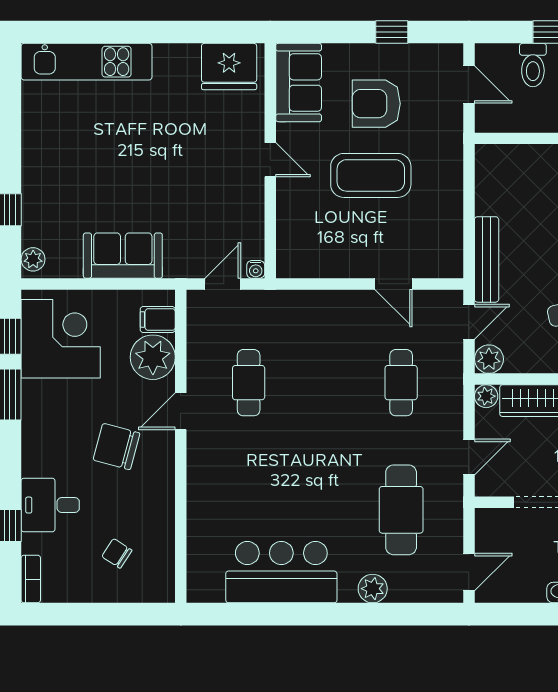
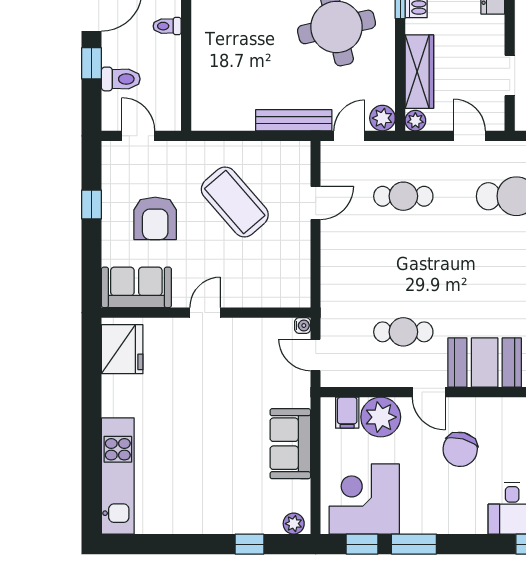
door: (469, 84) -> (138, 136), hinge flipped
coffee table: (371, 175) -> (235, 202), moved, turned -41
door: (469, 322) -> (349, 136), hinge flipped
booth: (214, 474) -> (485, 363), added

